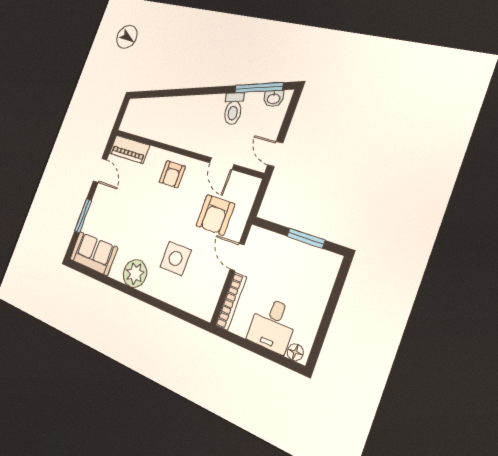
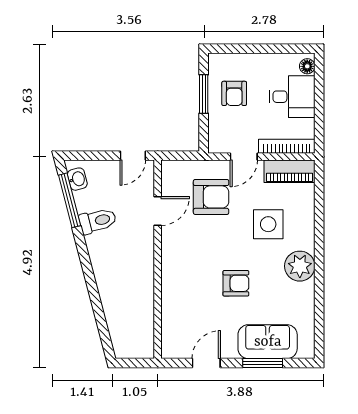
piano: (129, 149) -> (289, 171), moved, turned 90
armchair: (172, 174) -> (236, 283), moved
sofa: (93, 253) -> (268, 342), moved, turned 90
armchair: (296, 269) -> (234, 93), added

